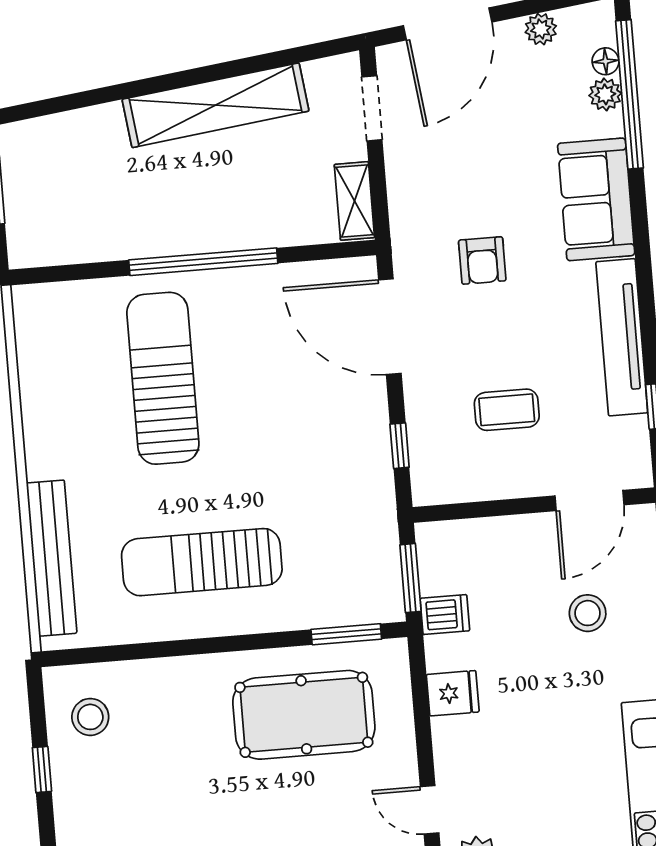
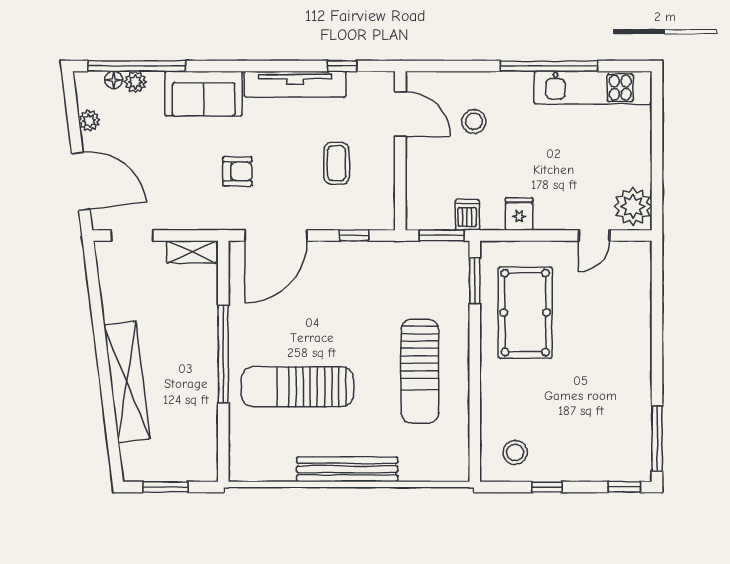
shelving: (215, 105) -> (127, 382), moved
bench: (52, 558) -> (347, 469), moved

